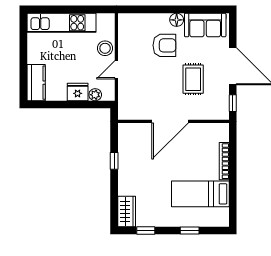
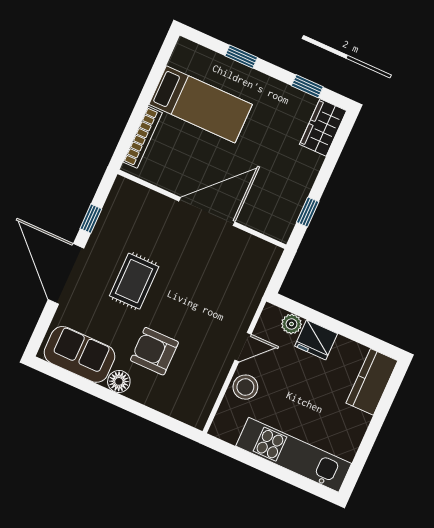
door: (170, 121) -> (207, 211), moved
wall: (173, 121) -> (202, 209), moved

